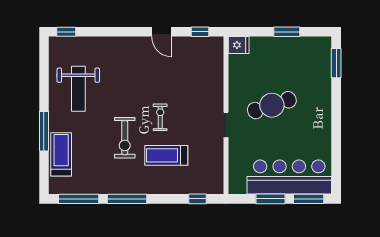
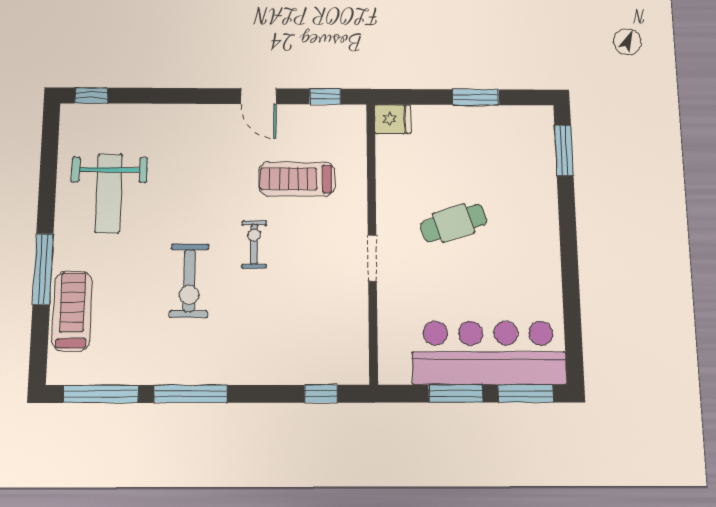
cafe table: (272, 105) -> (454, 223), width x0.73, depth x0.74
treadmill: (166, 155) -> (297, 179), moved

